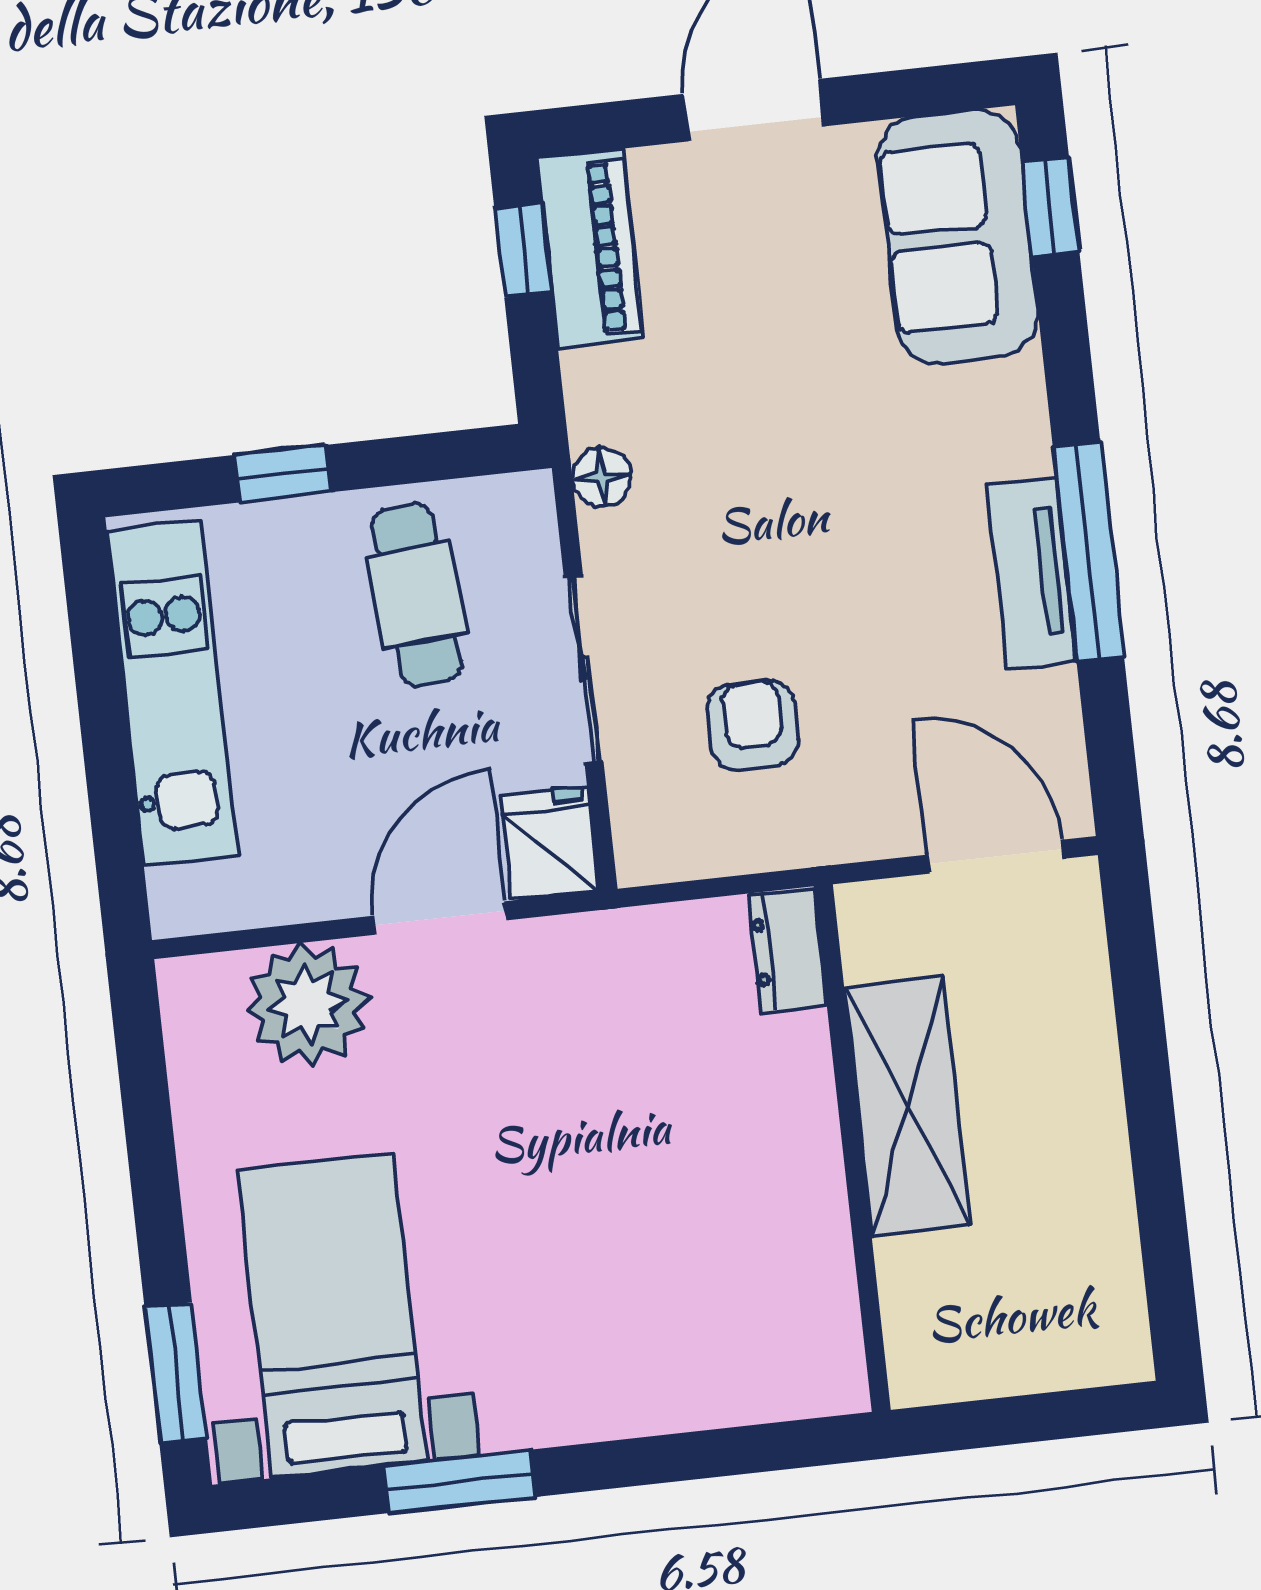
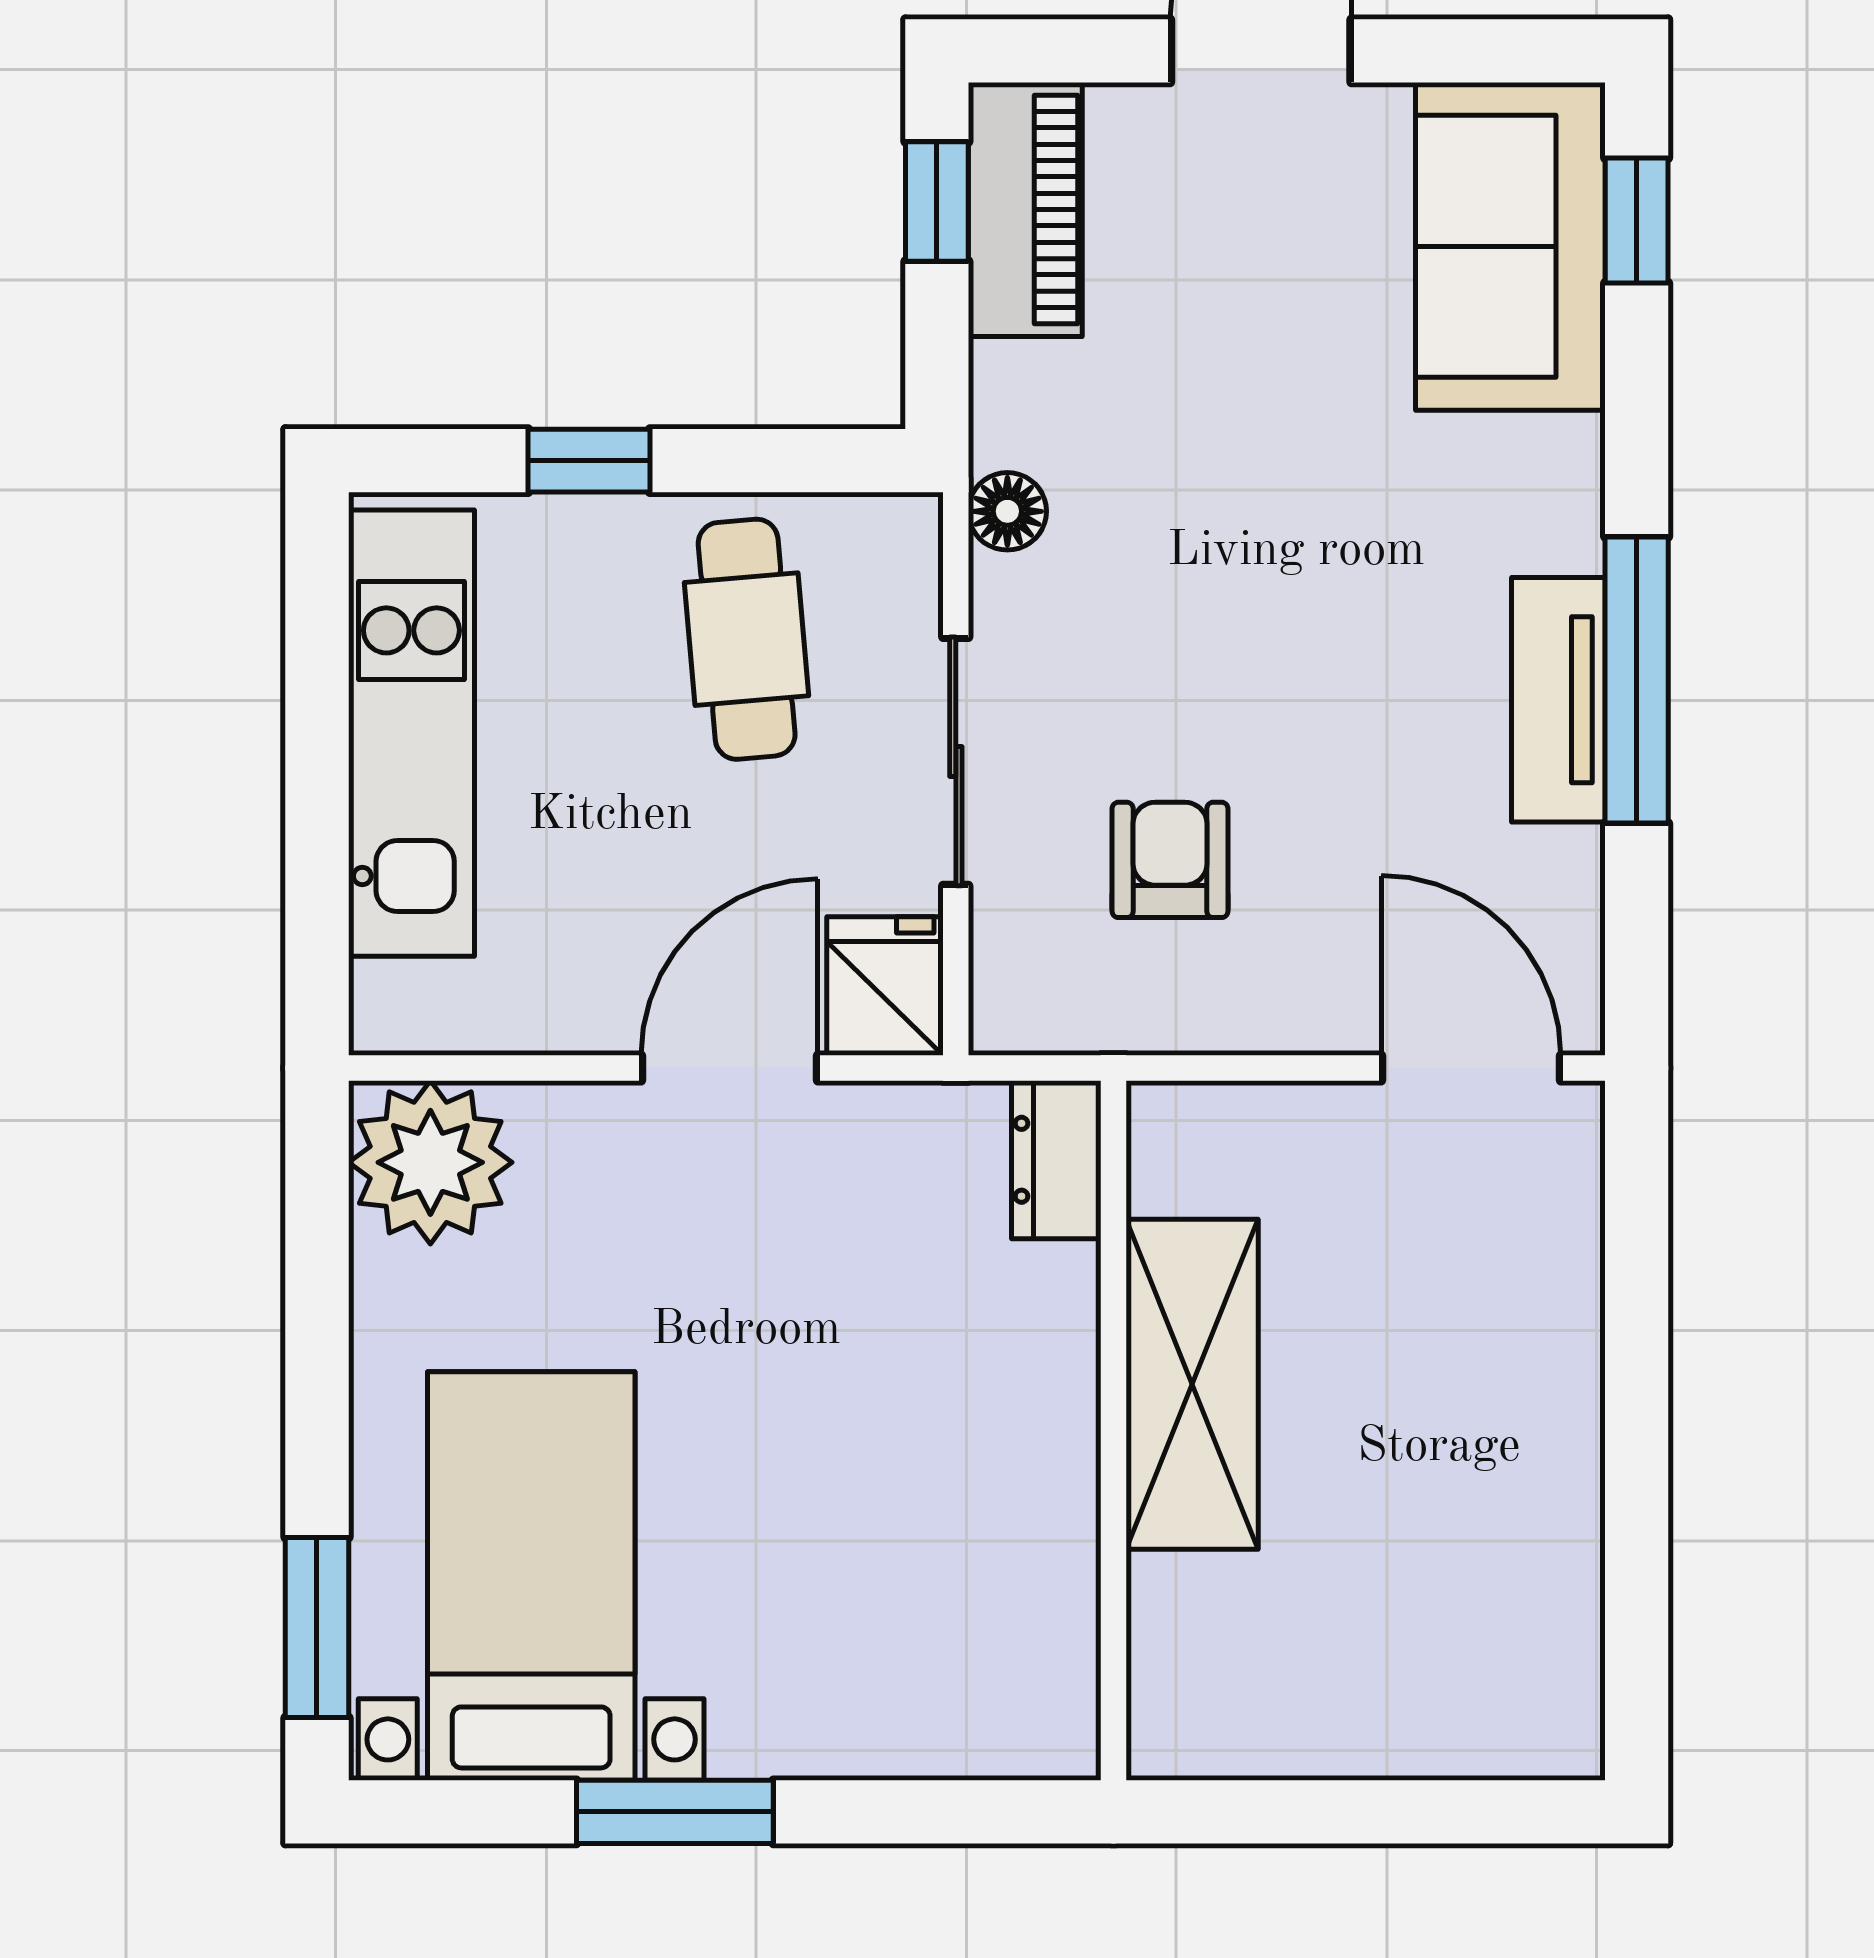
dresser: (787, 950) -> (1056, 1160), moved
plant: (308, 1004) -> (430, 1162), moved
shelving: (908, 1107) -> (1192, 1384), moved
wall: (852, 1148) -> (1113, 1430), moved

